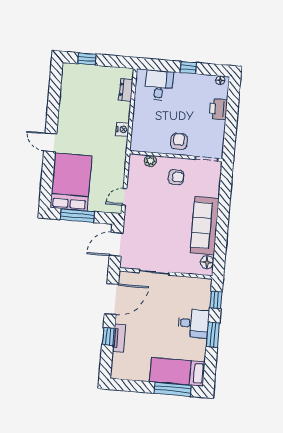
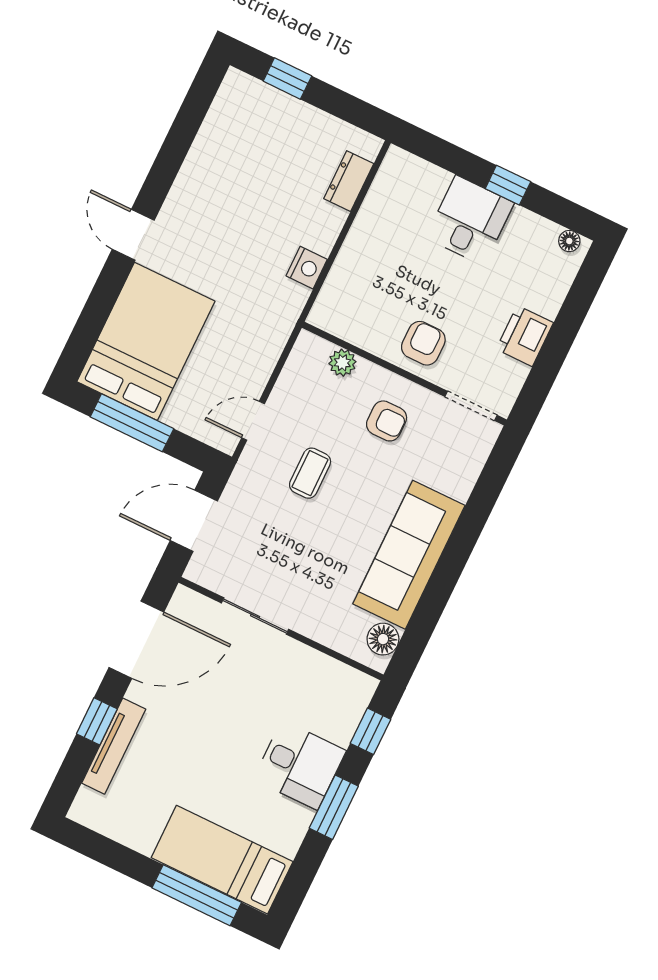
desk: (159, 85) -> (470, 220), moved
printer: (218, 109) -> (525, 336), moved
coffee table: (154, 209) -> (310, 473), added
tv unit: (119, 338) -> (114, 746), width x1.41

